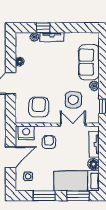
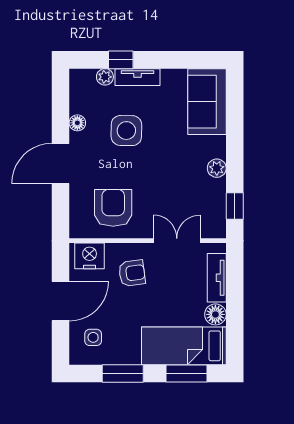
sofa: (89, 62) -> (207, 102), moved
side table: (73, 100) -> (126, 131), moved
armchair: (49, 142) -> (132, 273), turned 82

